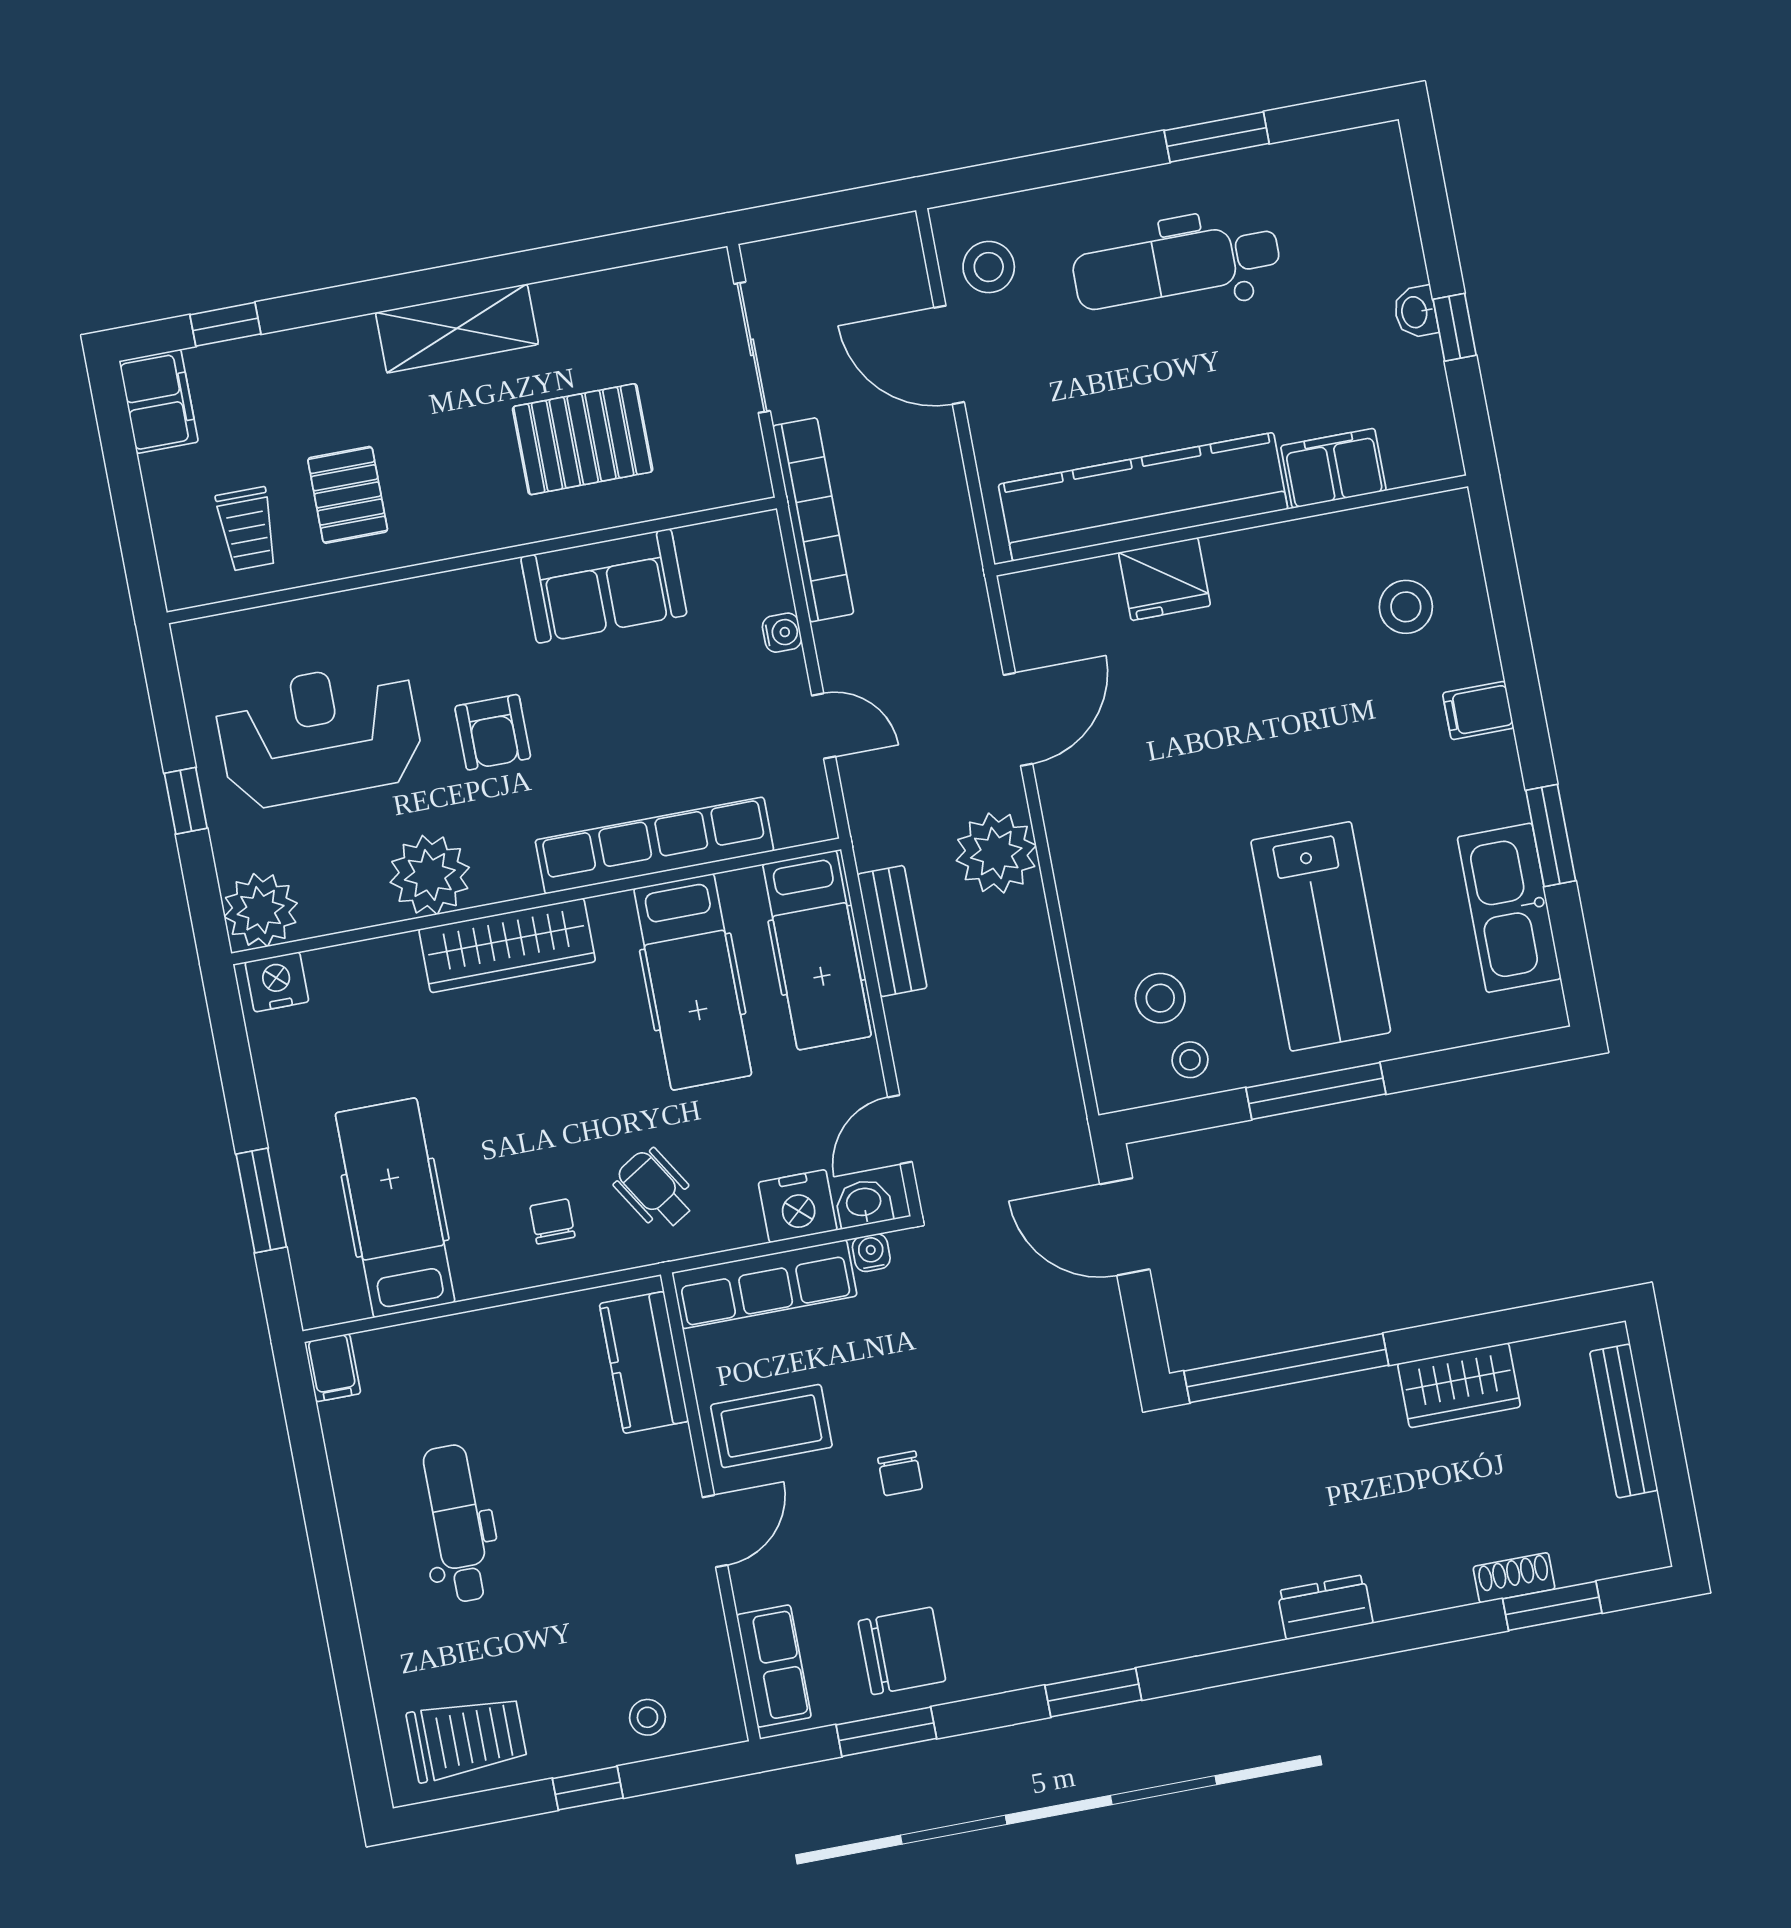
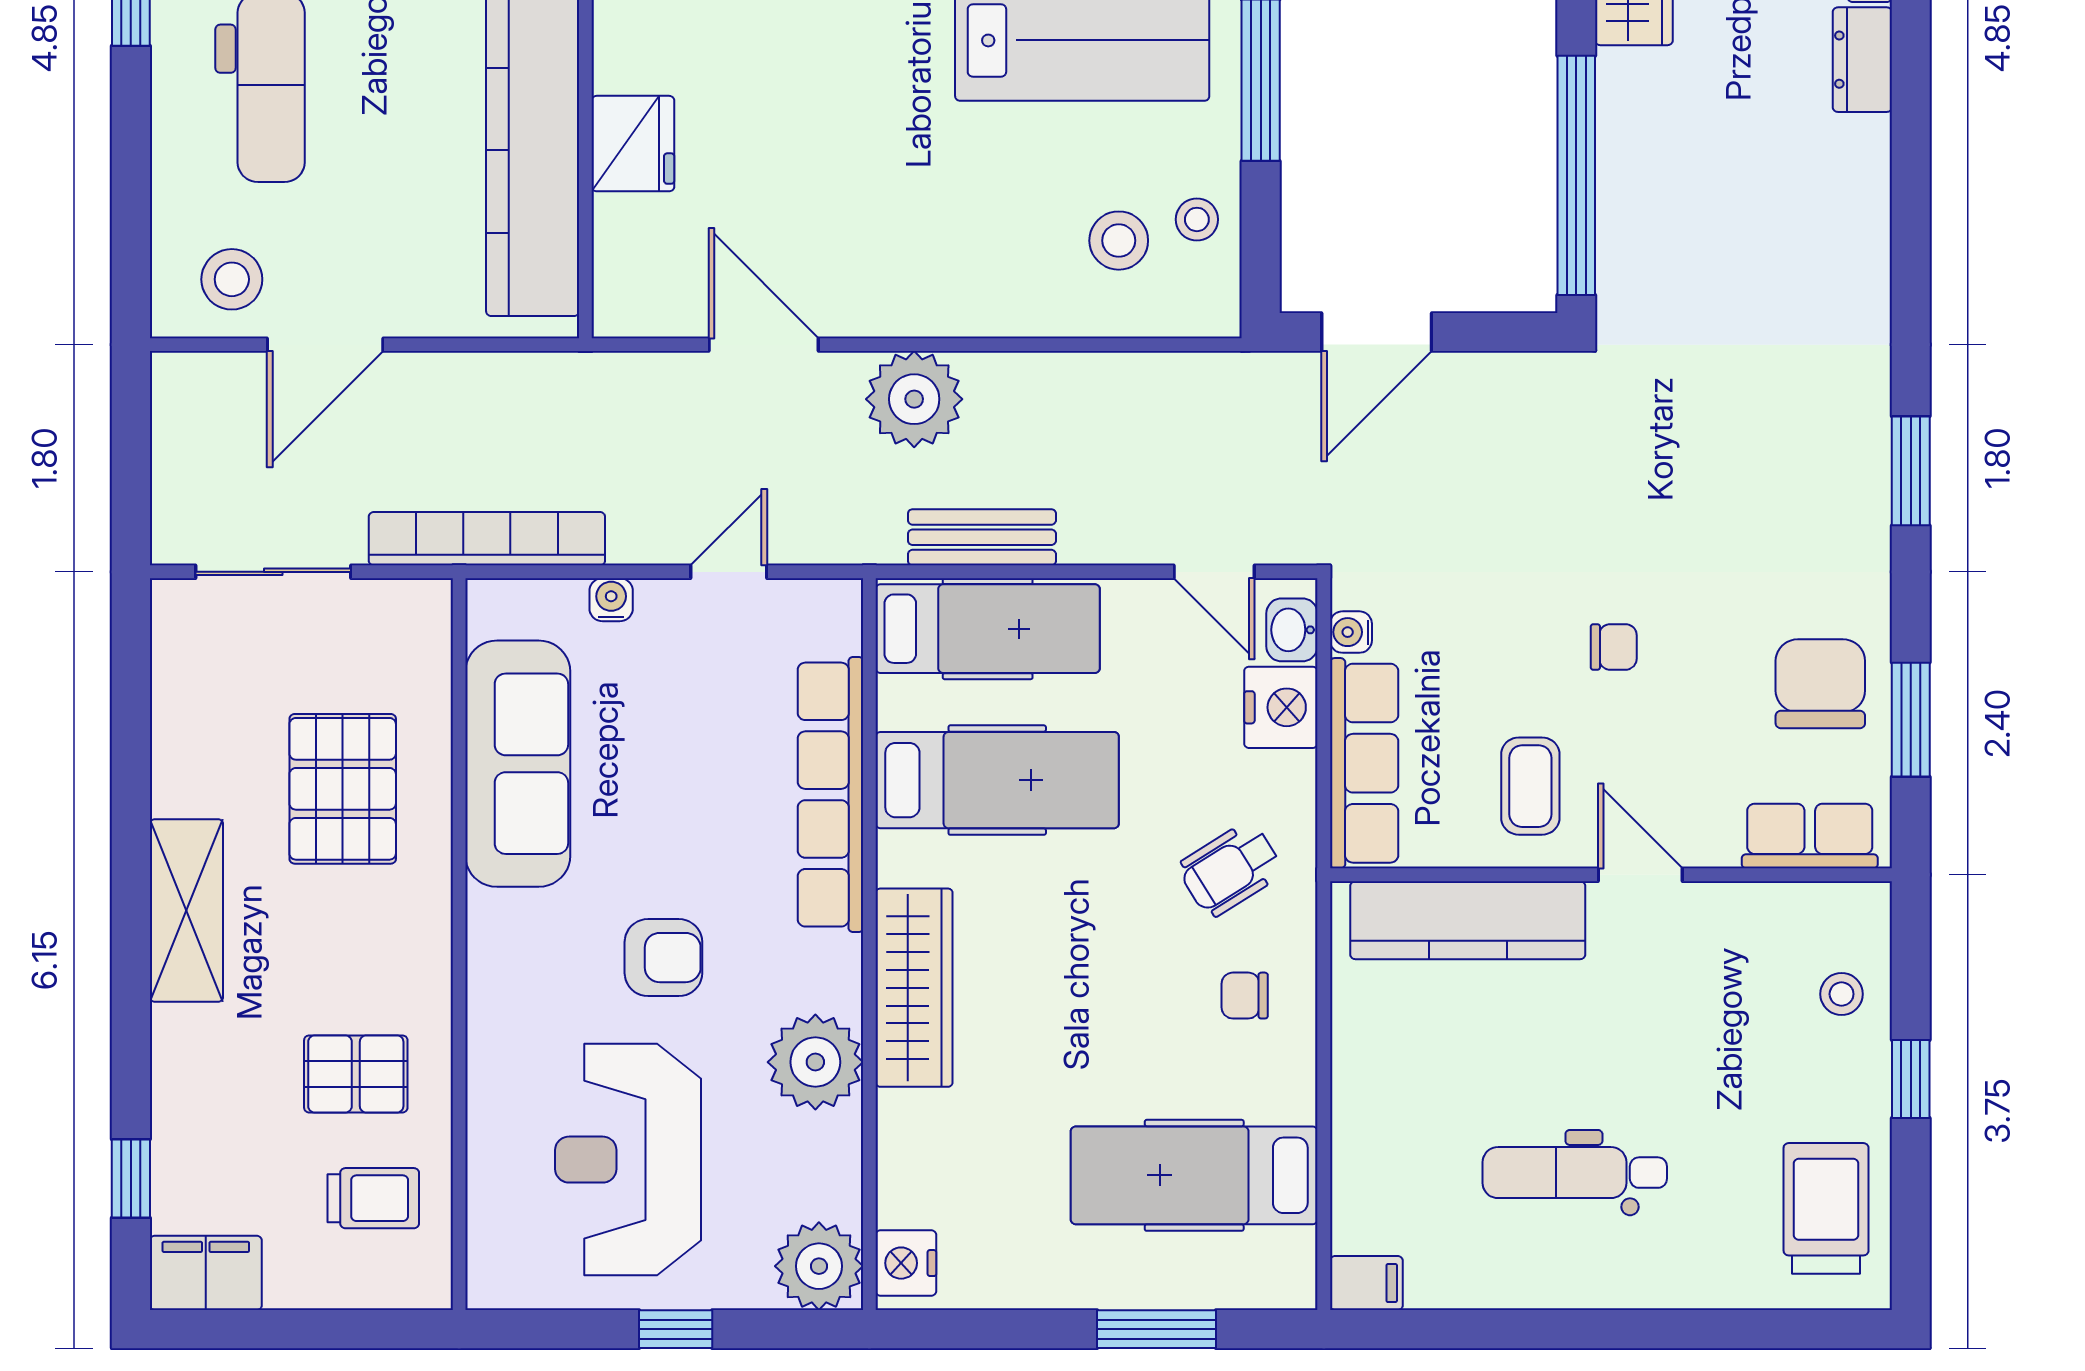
sofa: (604, 586) -> (518, 764), width x1.36
kitchen counter: (644, 1362) -> (1468, 920), width x1.50
coffee table: (771, 1426) -> (1530, 786), width x0.73, depth x0.77
dresser: (1325, 1607) -> (1862, 60), moved

